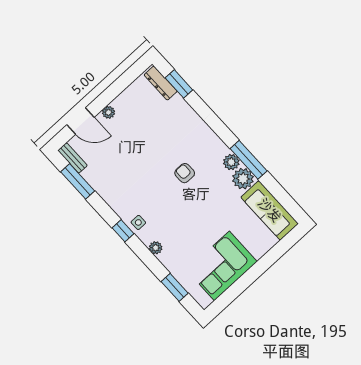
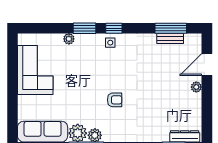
bench: (73, 158) -> (170, 38), moved
plant: (156, 248) -> (69, 39), moved
window: (175, 287) -> (84, 28), moved

